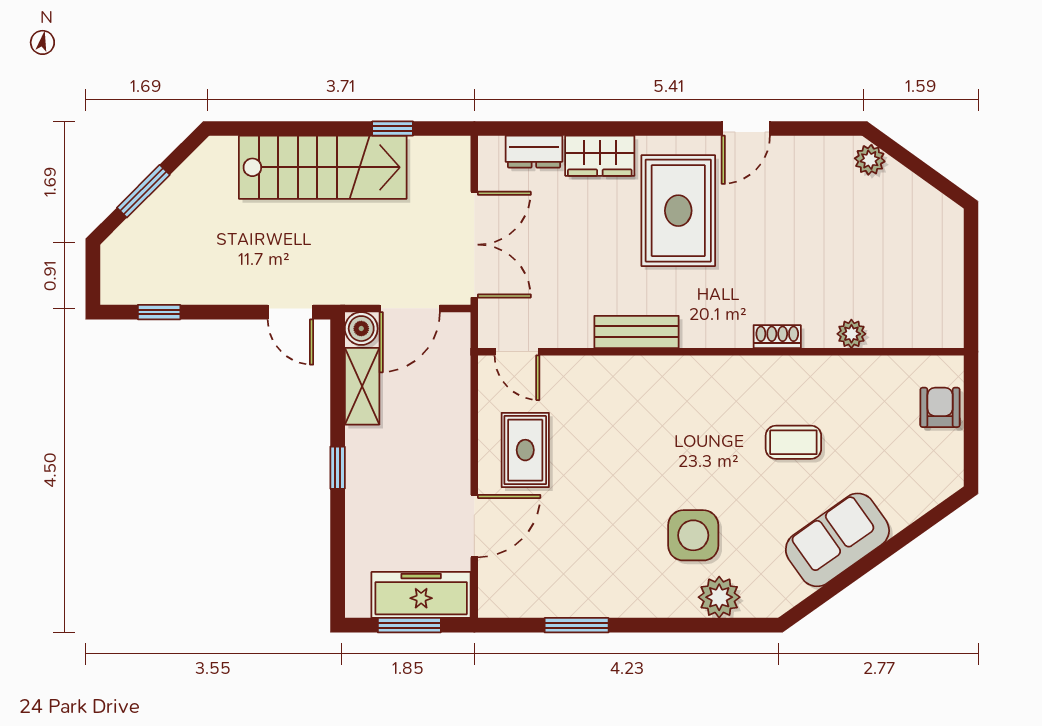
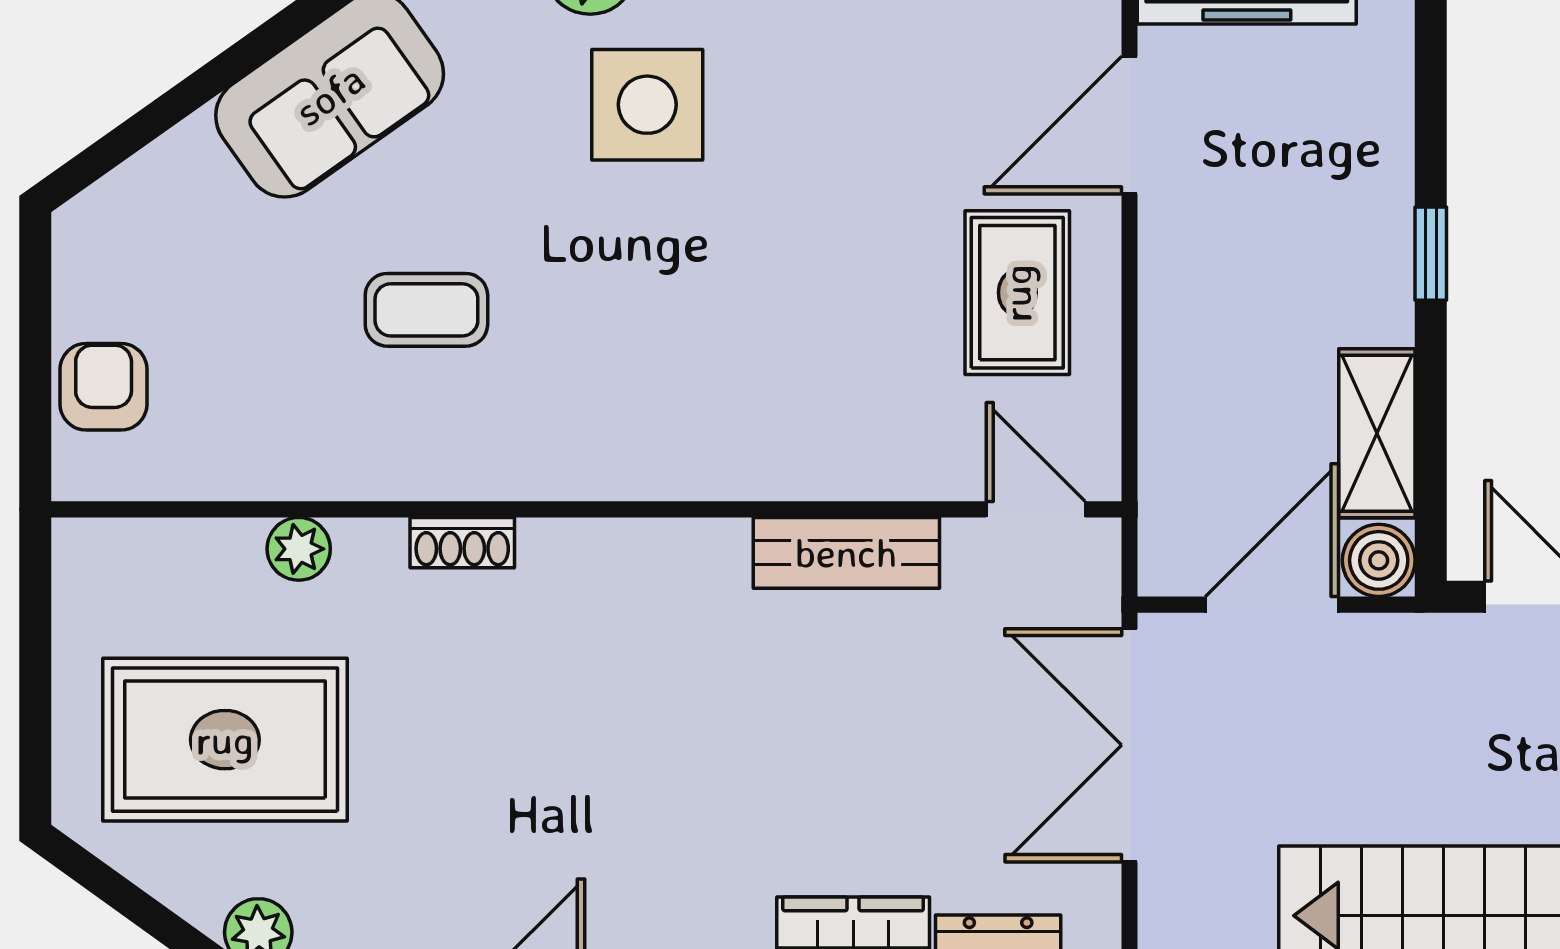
rug: (678, 211) -> (225, 740), moved, turned 90
bench: (636, 332) -> (846, 553), moved
armchair: (940, 407) -> (104, 387), turned 180

